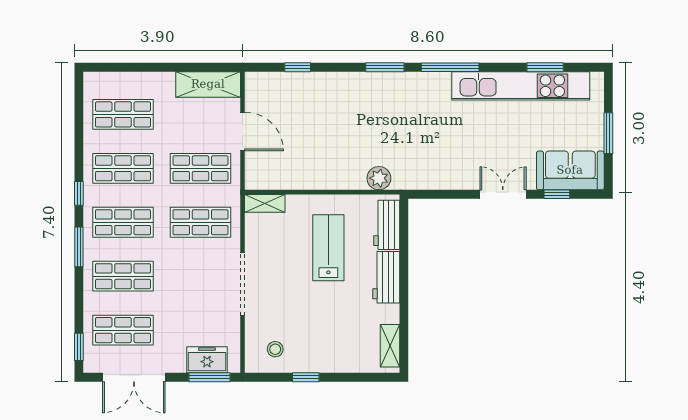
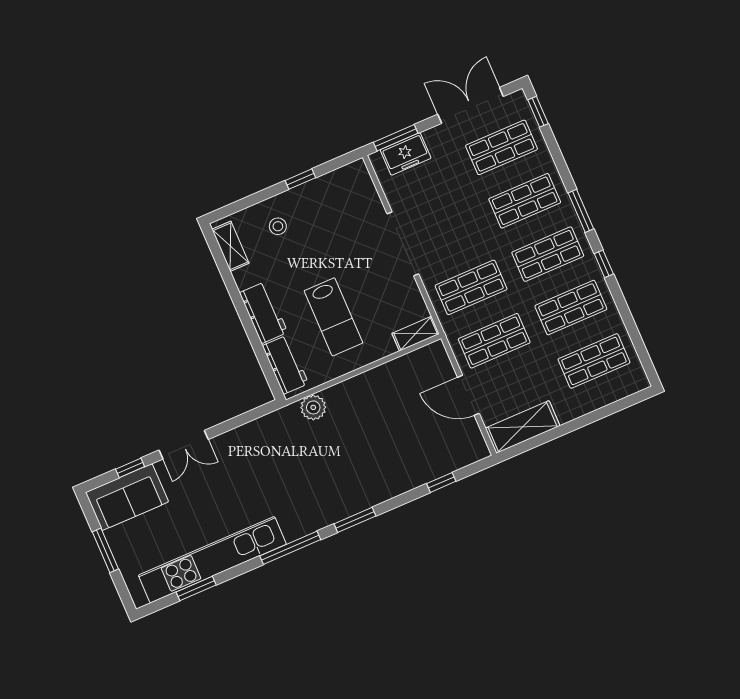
stool: (275, 349) -> (278, 226), moved

